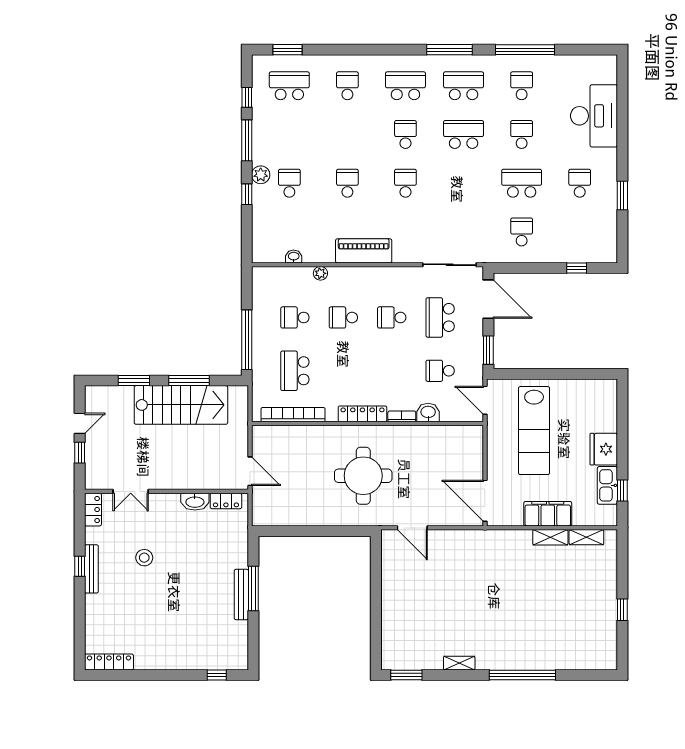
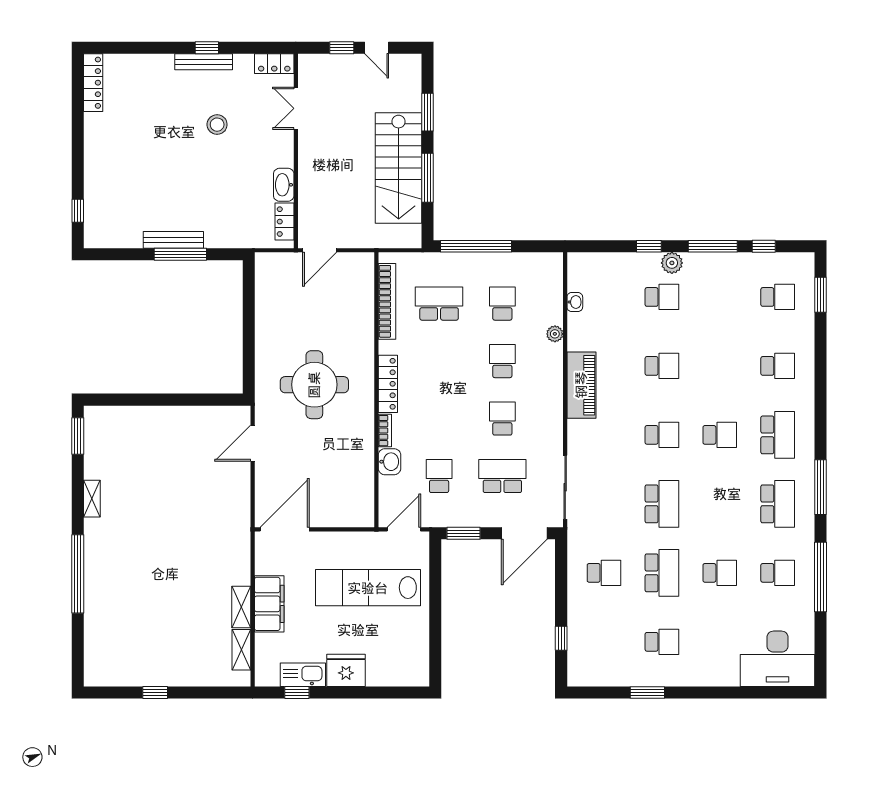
school desk: (289, 86) -> (778, 297), width x0.54
desk: (594, 116) -> (778, 659), moved
school desk: (464, 134) -> (662, 504), moved

